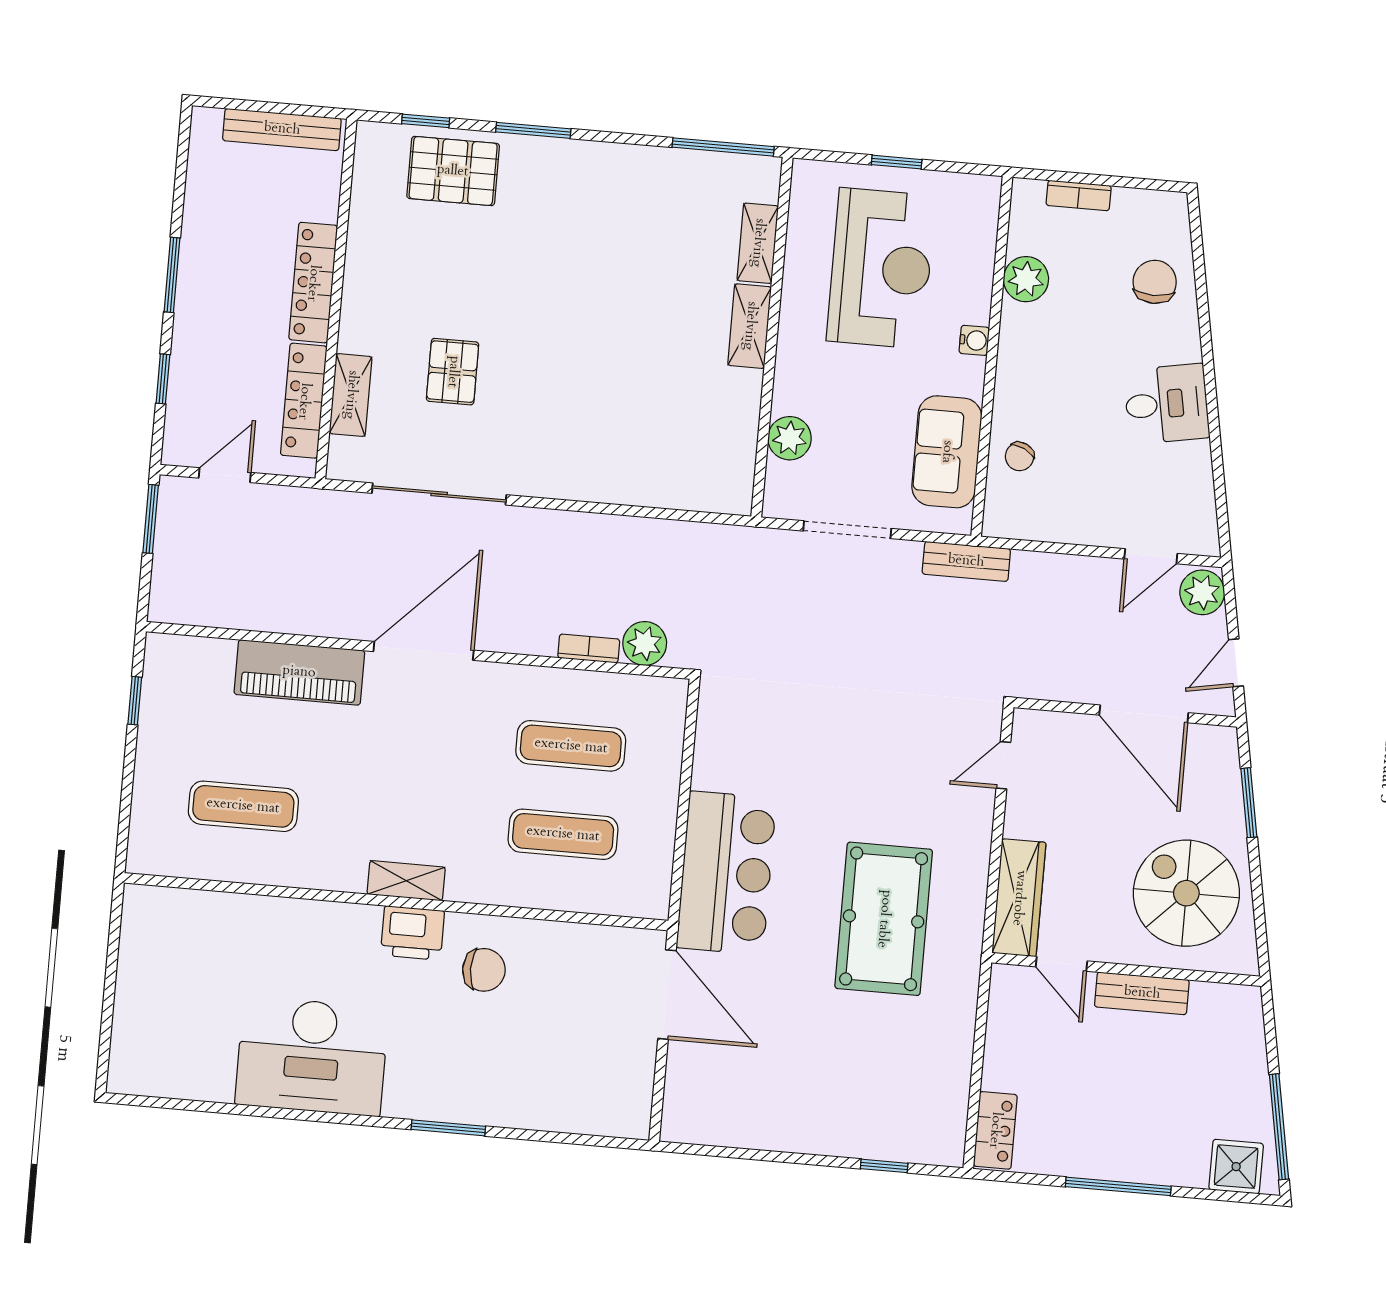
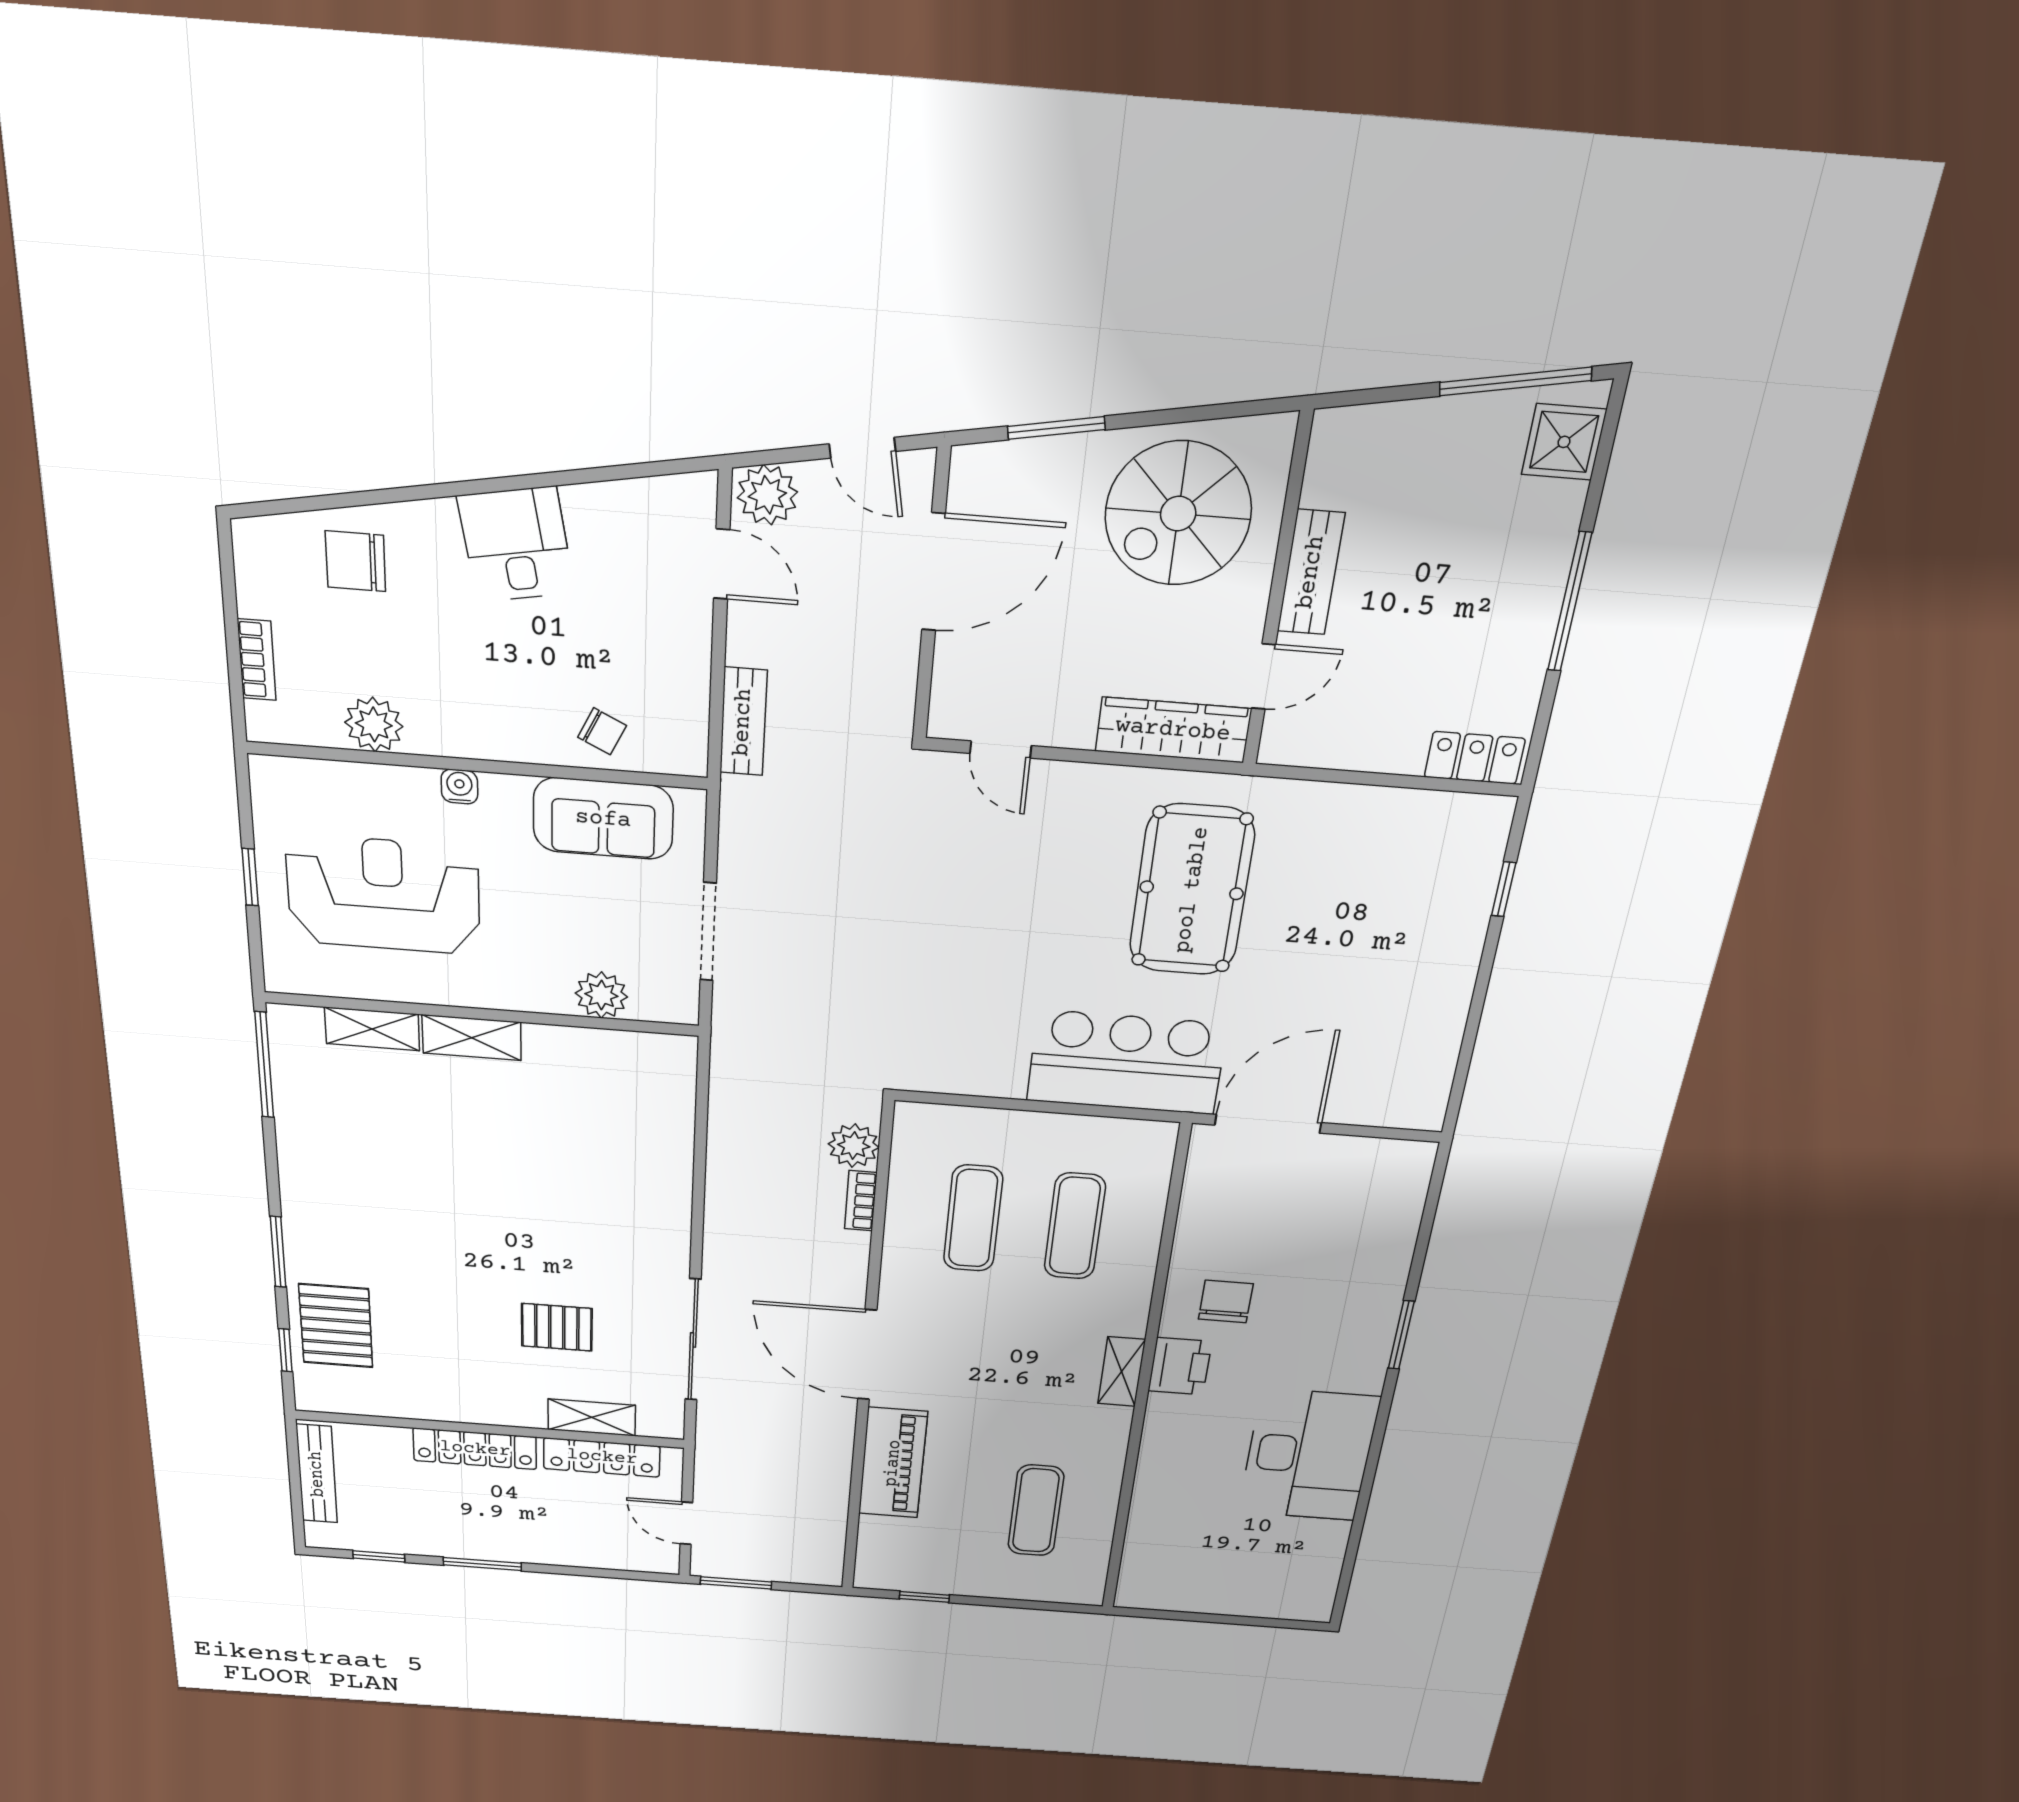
window: (163, 379) -> (379, 1556), moved
bench: (966, 561) -> (743, 722), moved
pool table: (884, 919) -> (1192, 890), turned 90

